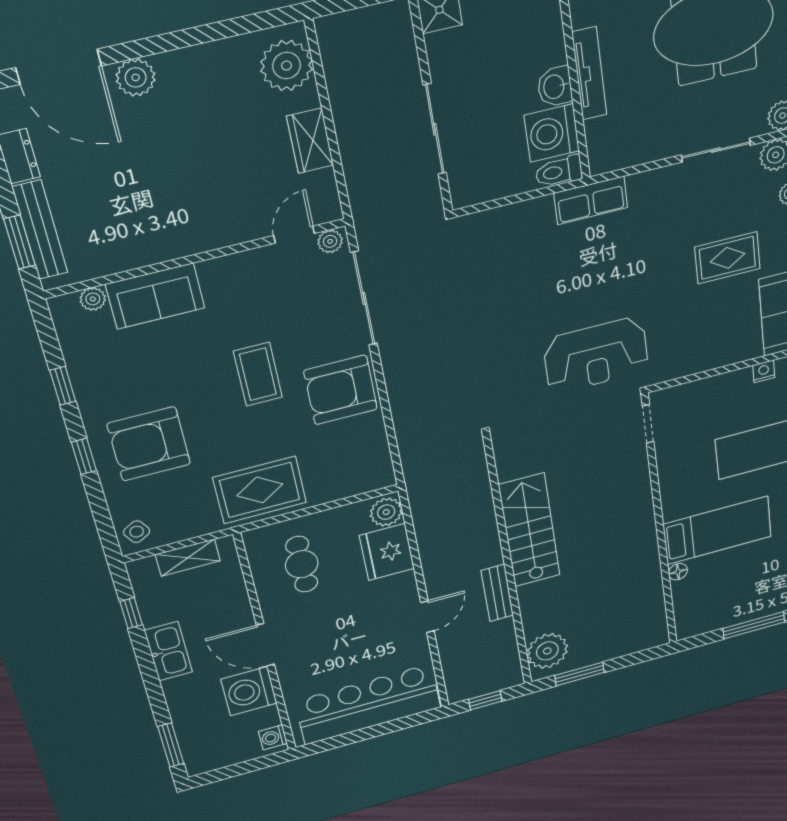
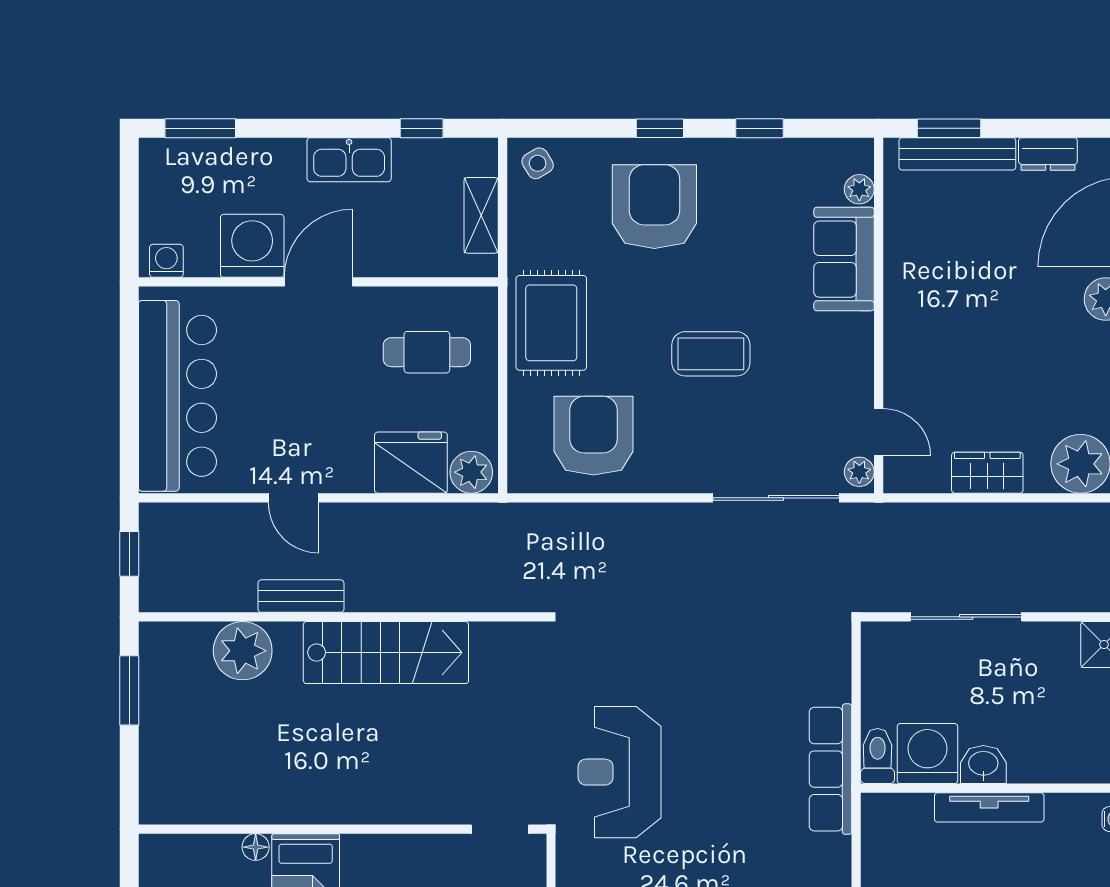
row of seats: (591, 200) -> (831, 769), width x1.48
armchair: (341, 390) -> (593, 436), moved
plant: (547, 651) -> (243, 651), moved

